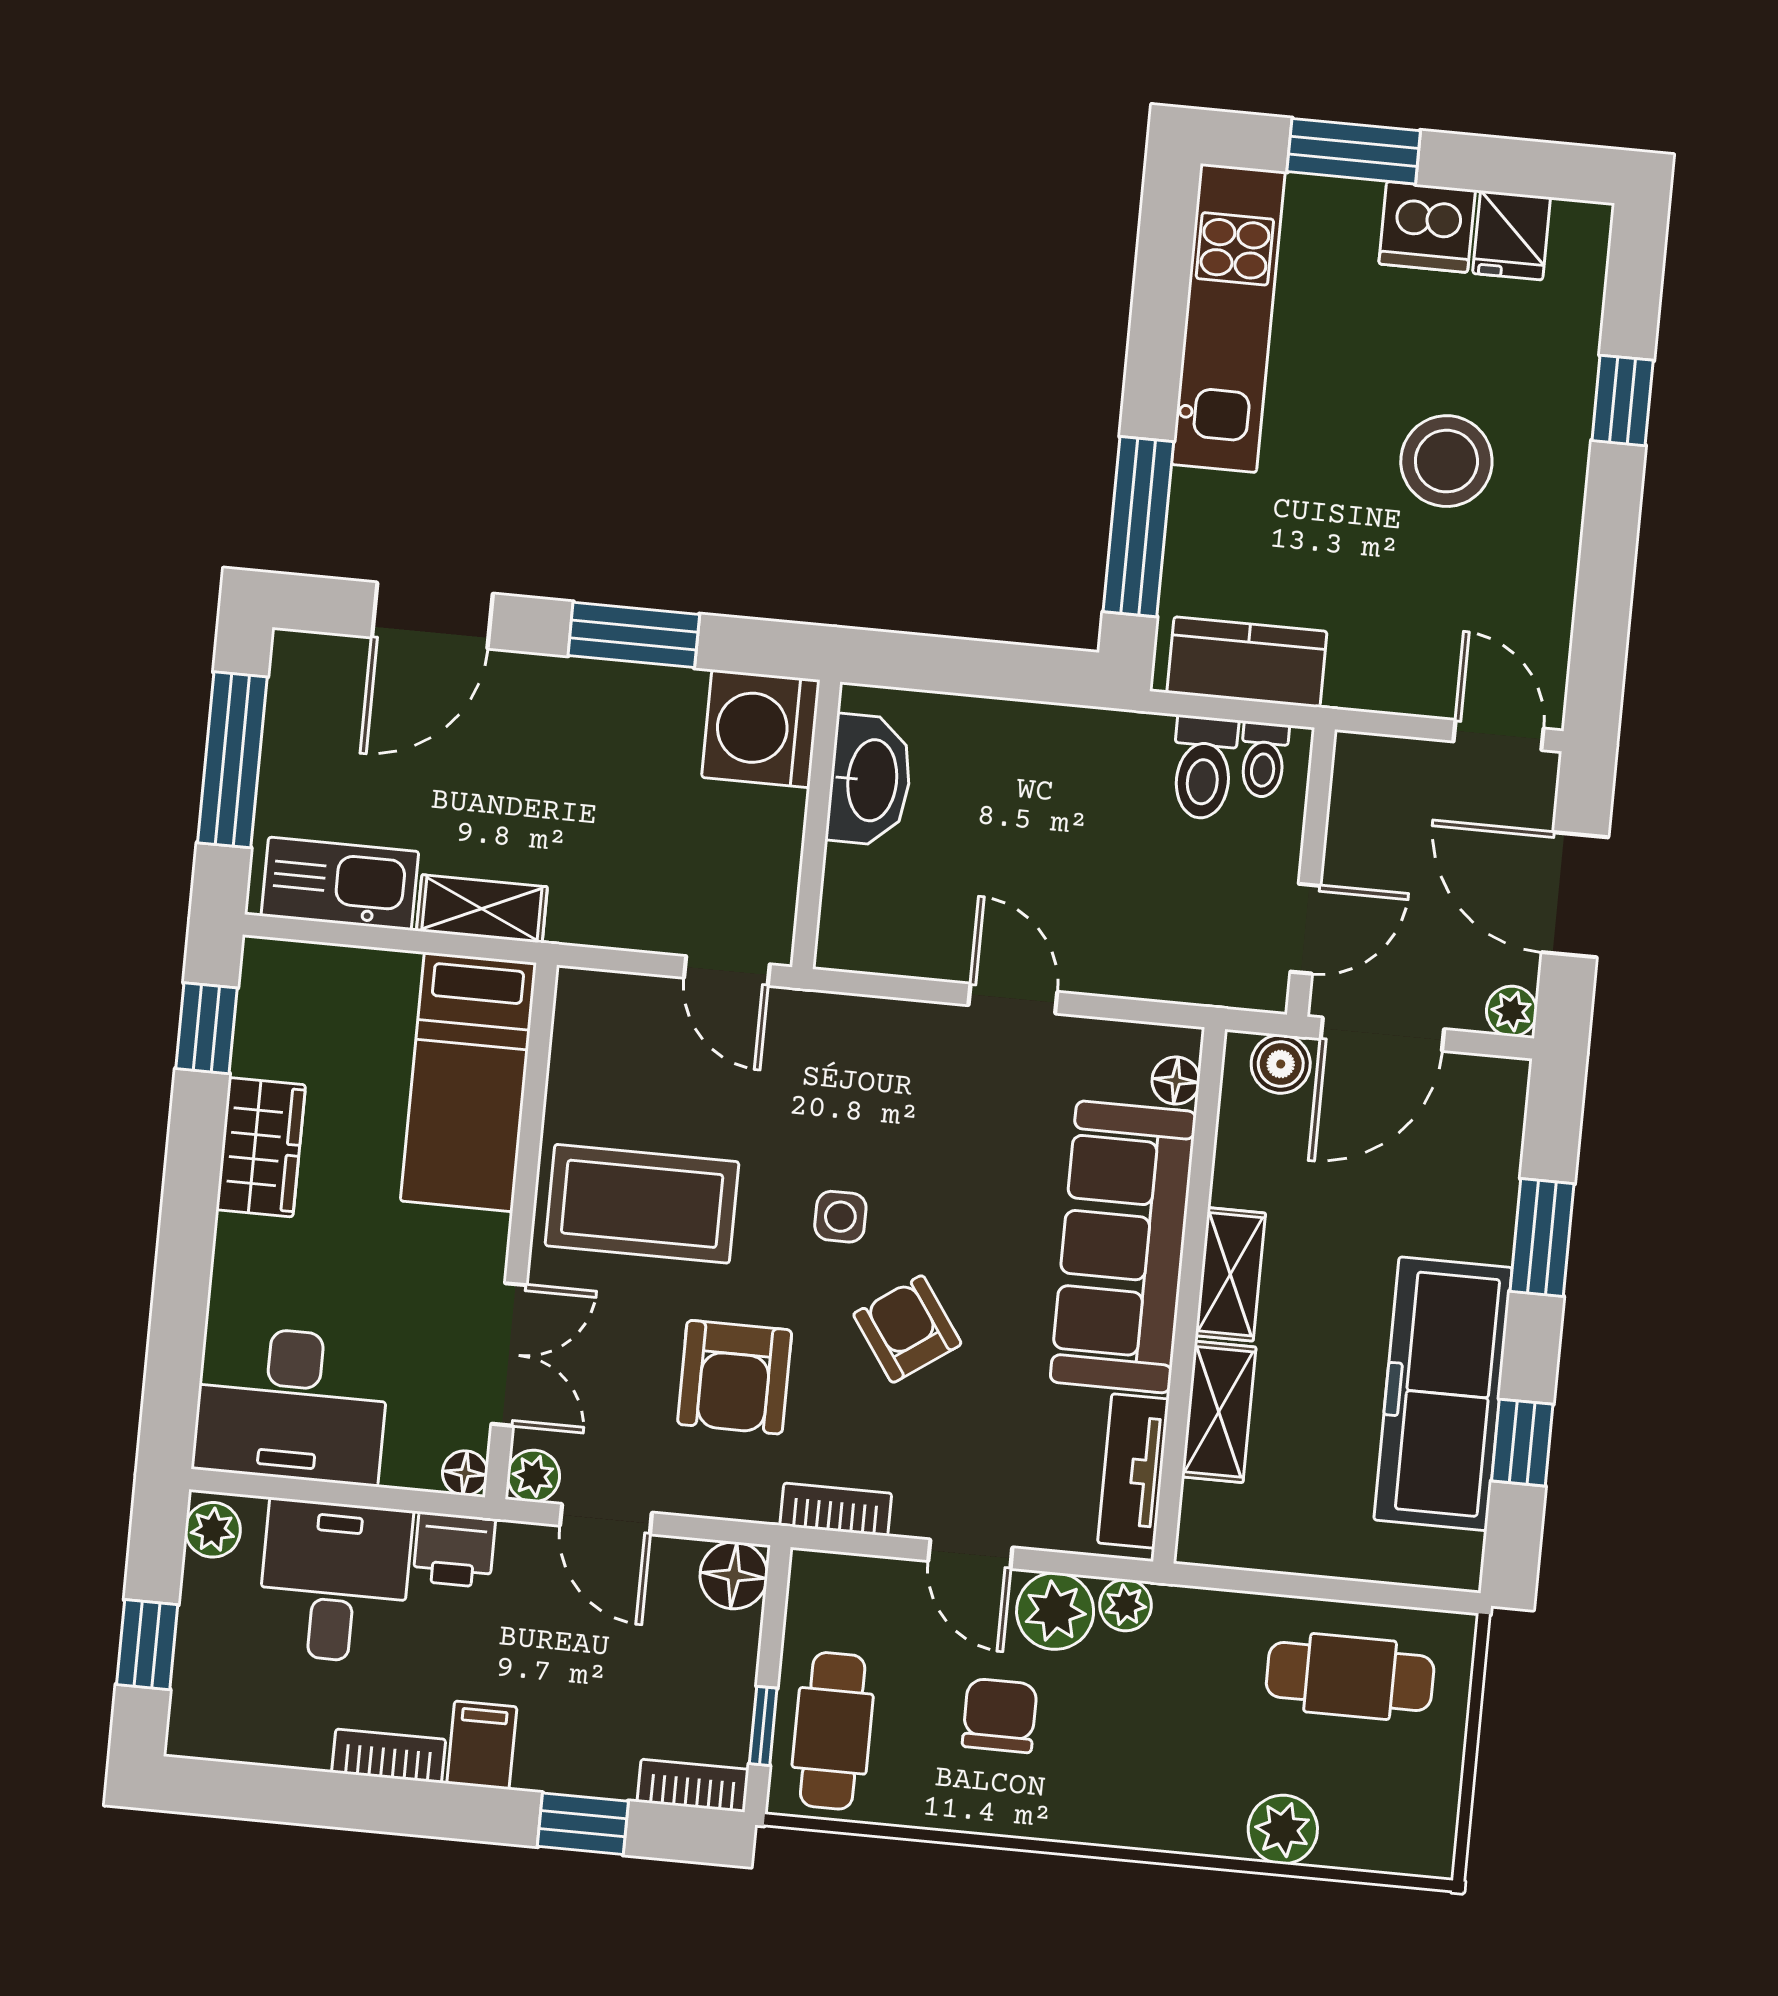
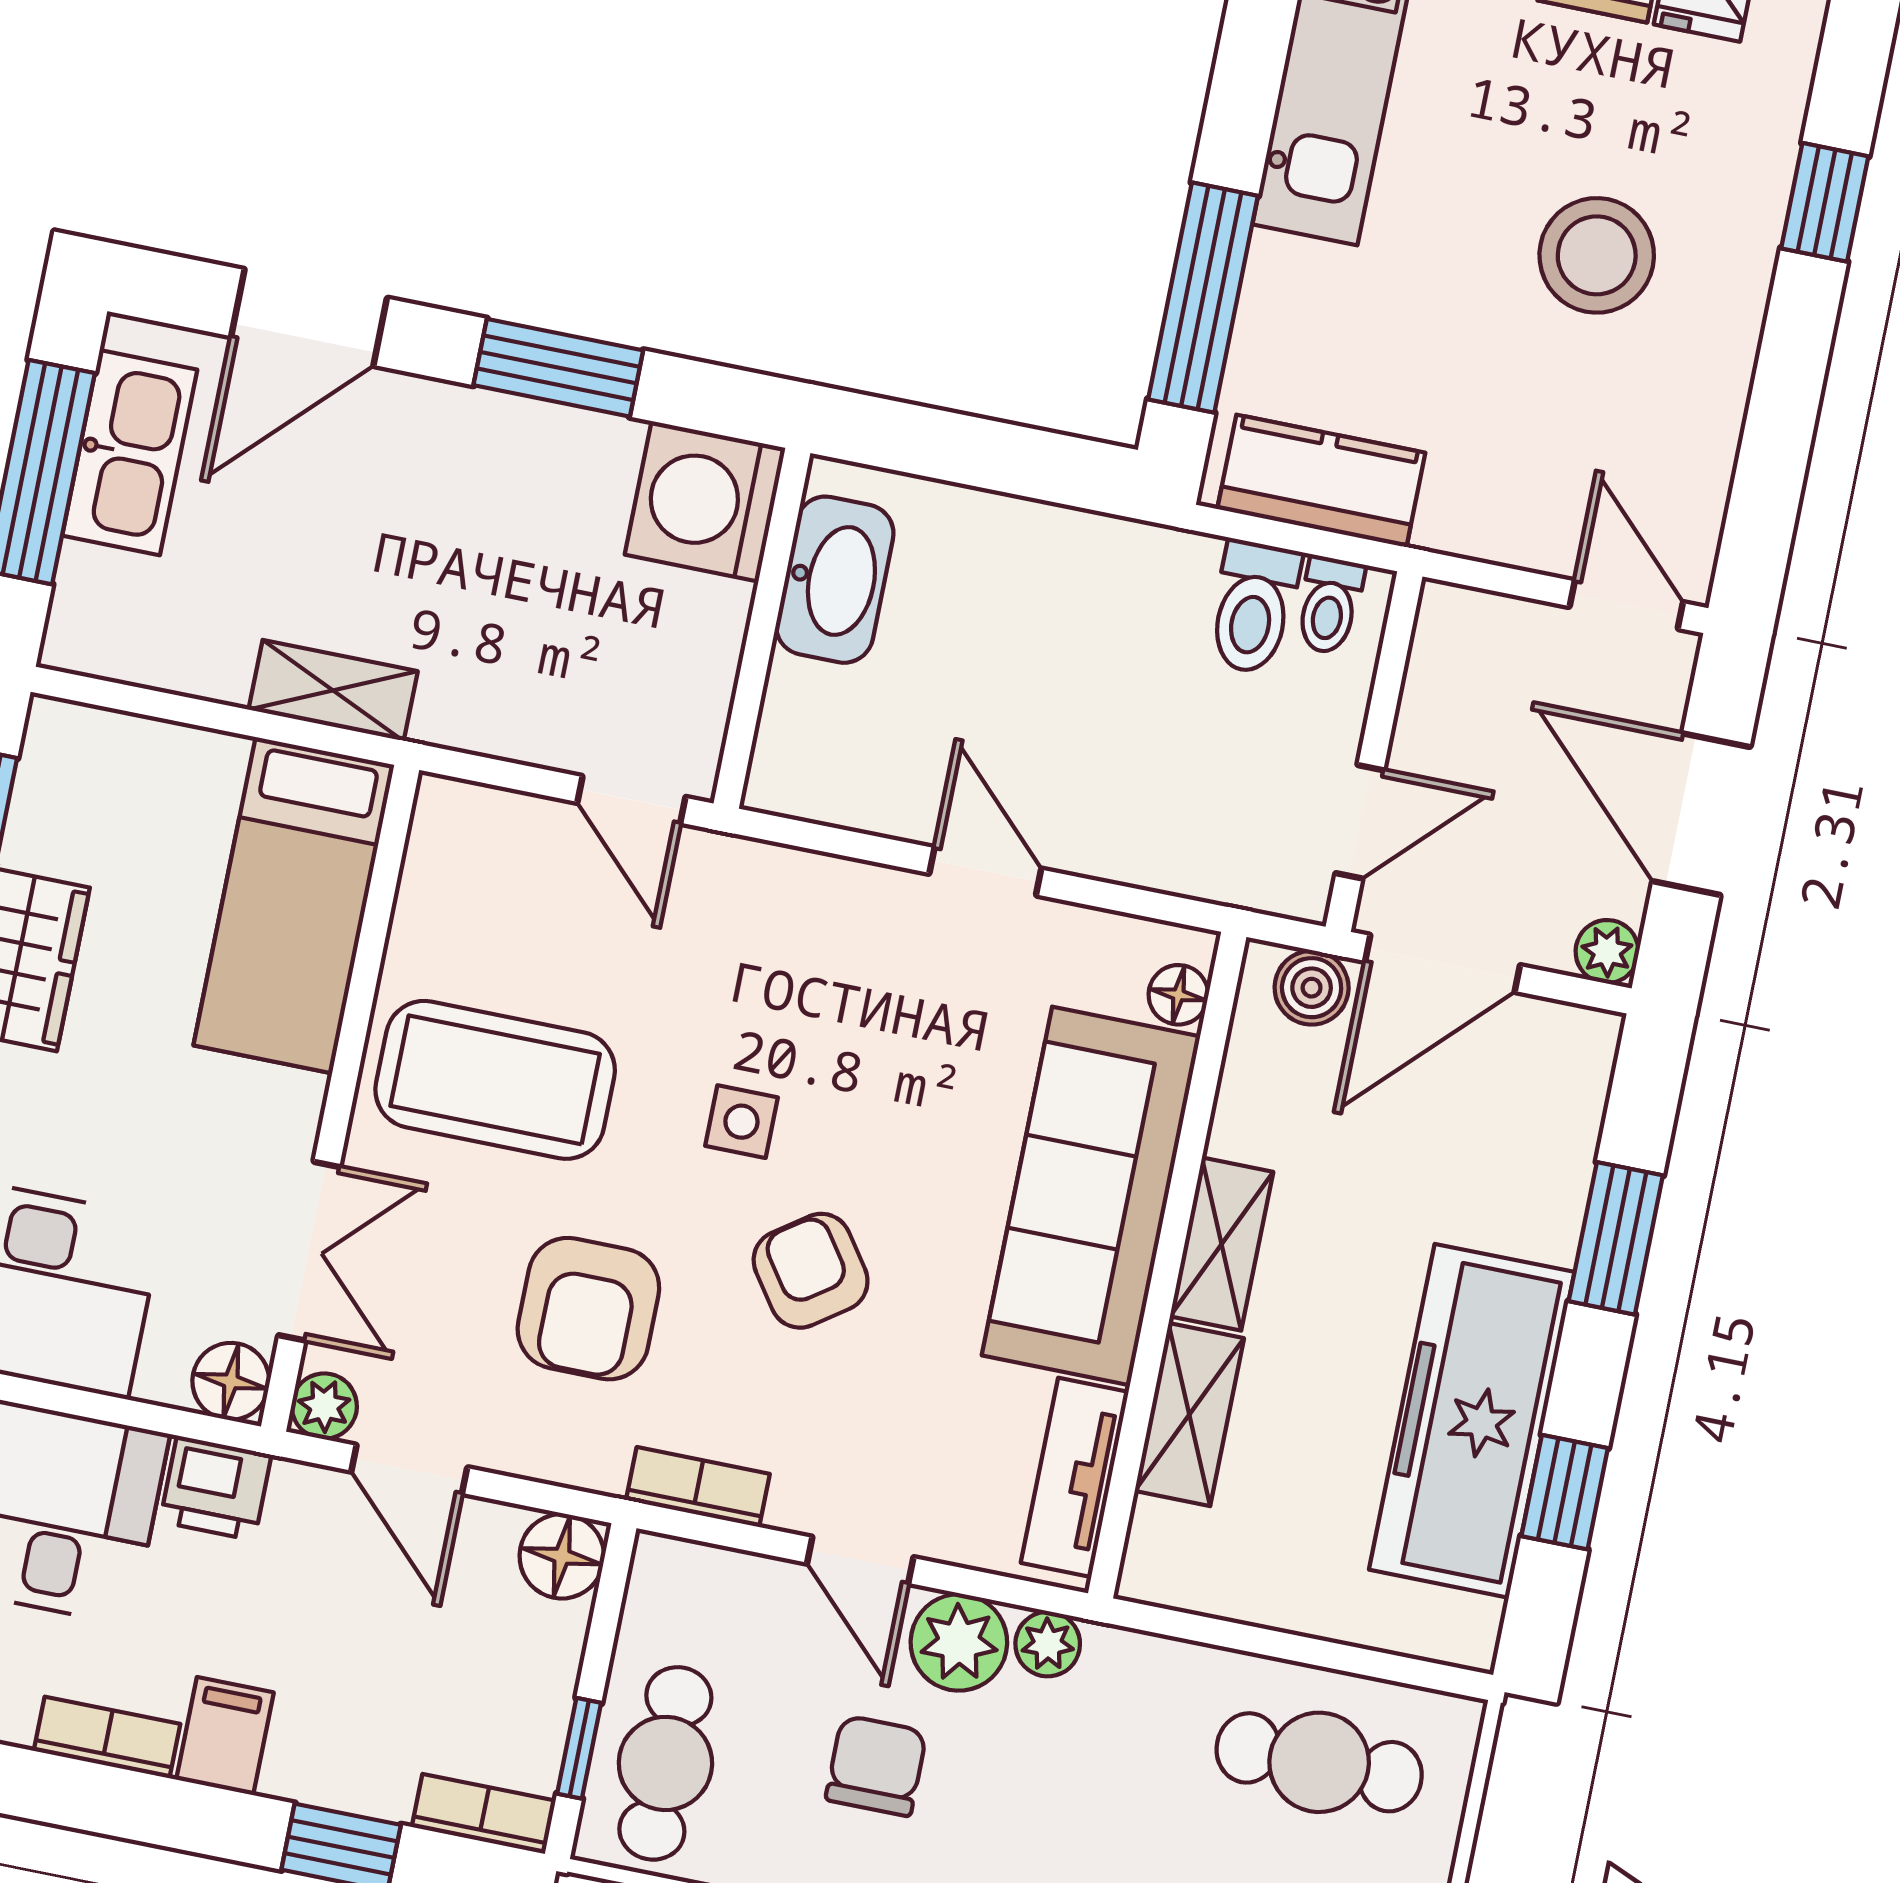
kitchen sink: (340, 884) -> (130, 453), moved, turned 90
floor lamp: (465, 1473) -> (231, 1381), width x1.37, depth x1.37

